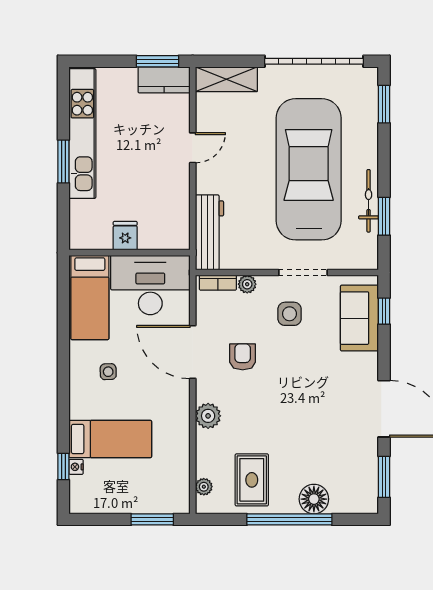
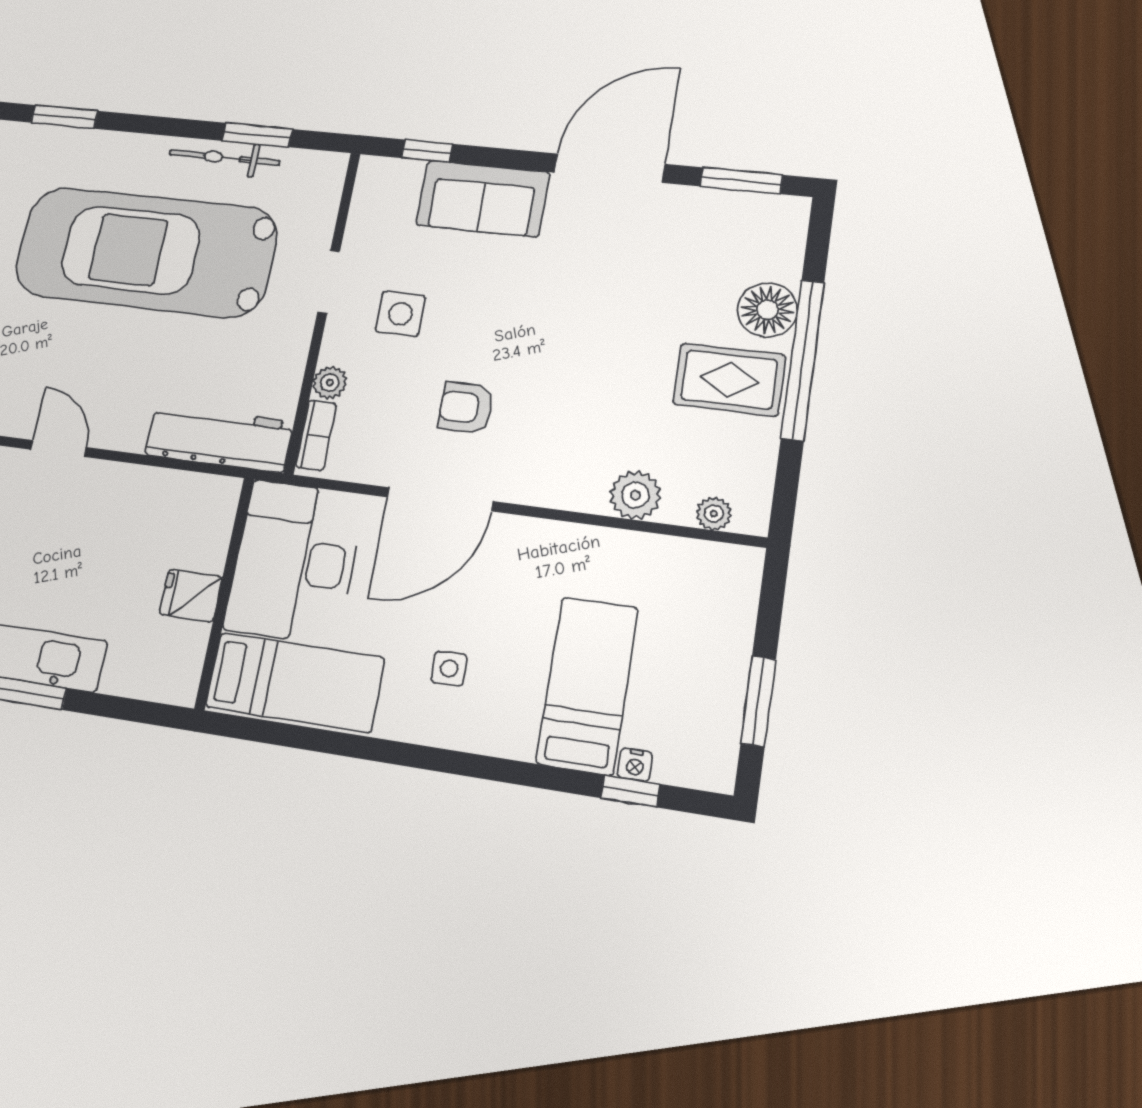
doorway: (303, 273) -> (329, 282), width x0.73
sofa: (359, 318) -> (483, 199), moved
plant: (208, 416) -> (635, 495), moved
rug: (252, 480) -> (729, 380), moved
window: (152, 519) -> (758, 701), moved

